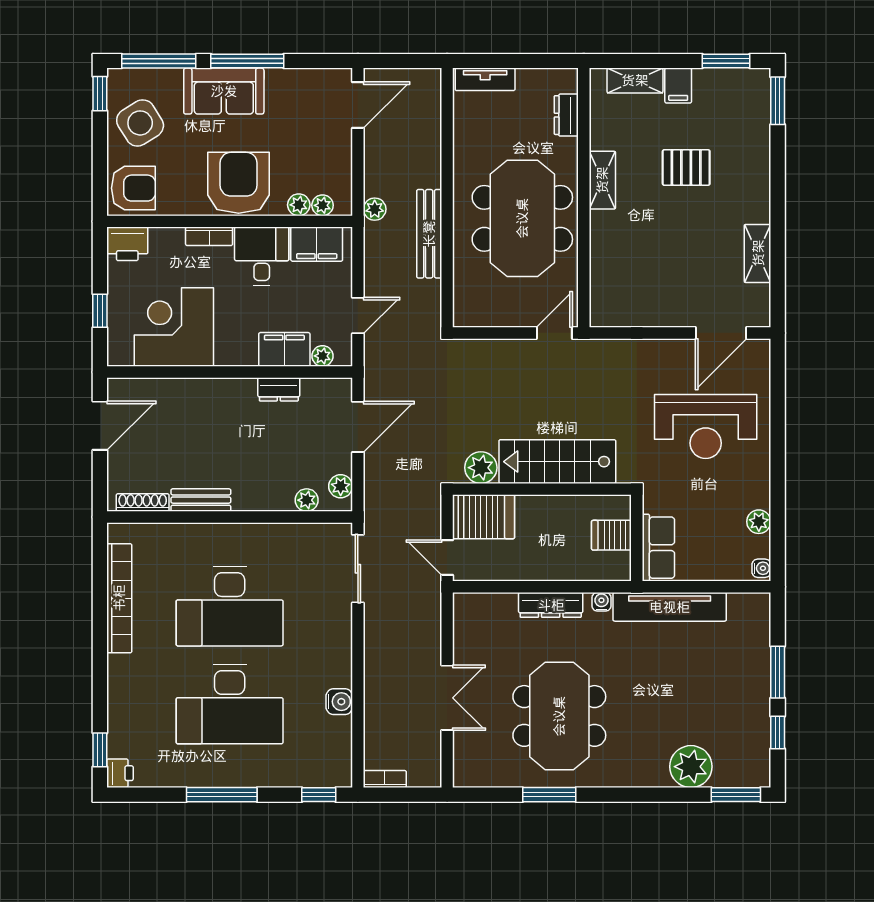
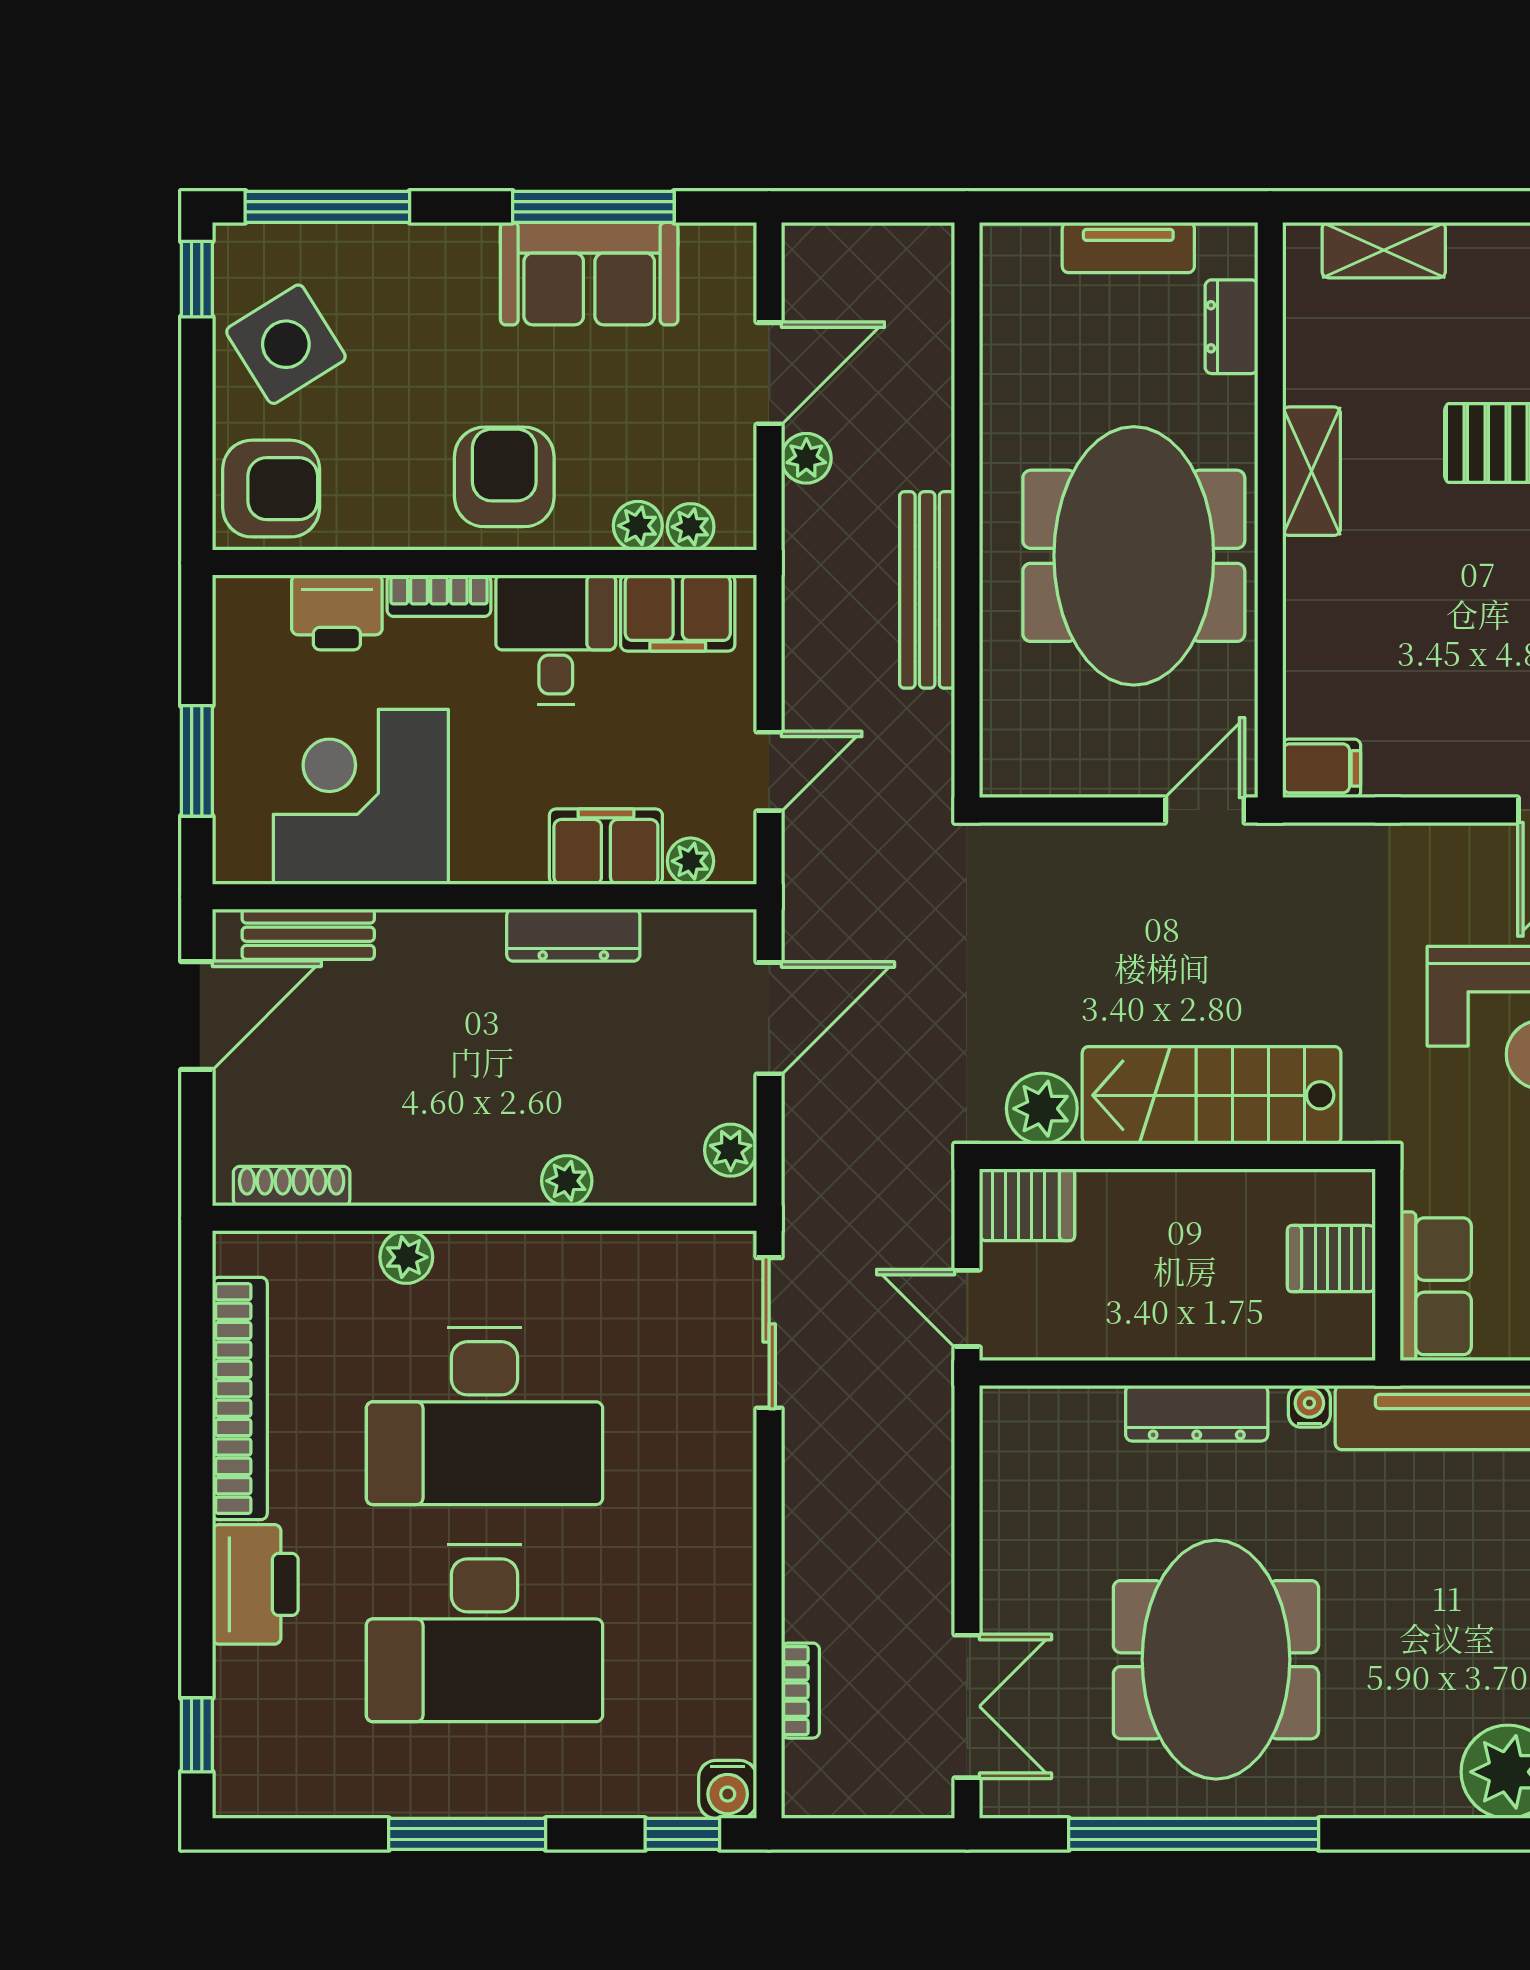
window: (247, 61) -> (593, 207), moved
tv unit: (485, 79) -> (1128, 247), moved
filing cabinet: (678, 86) -> (1322, 768), moved, turned -90
sofa: (224, 91) -> (589, 274), moved
door: (358, 105) -> (769, 373), moved
armchair: (239, 183) -> (504, 477), width x0.73, depth x0.73
plant: (375, 209) -> (806, 458), moved
printer: (127, 244) -> (337, 612), moved
window: (100, 311) -> (197, 761), width x1.50
dresser: (279, 389) -> (573, 935), width x1.44
bench: (201, 500) -> (308, 934), moved
plant: (307, 500) -> (567, 1181), moved
server rack: (484, 517) -> (1027, 1205), width x0.73, depth x0.70
plant: (194, 534) -> (406, 1257), added
double door: (447, 698) -> (967, 1706), moved
water cooler: (339, 702) -> (728, 1789), moved, turned 90
printer: (120, 773) -> (255, 1584), moved, width x1.87, depth x1.48
bookcase: (385, 779) -> (800, 1691), moved, turned 90
window: (549, 795) -> (1194, 1834), width x2.11

